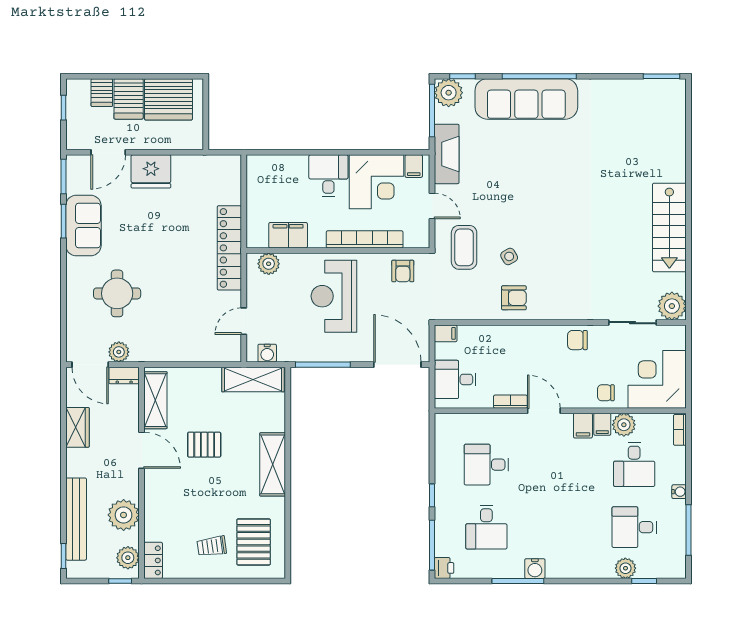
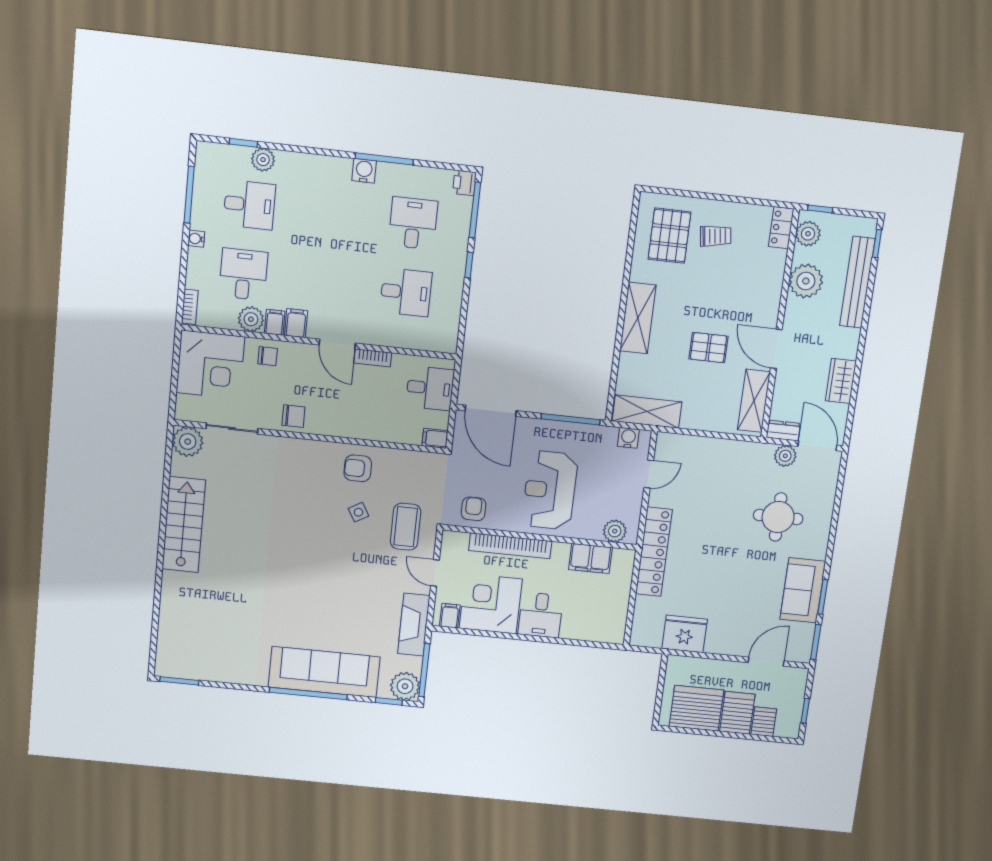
fridge: (151, 171) -> (685, 634), moved
reception desk: (334, 296) -> (550, 490), turned 180

